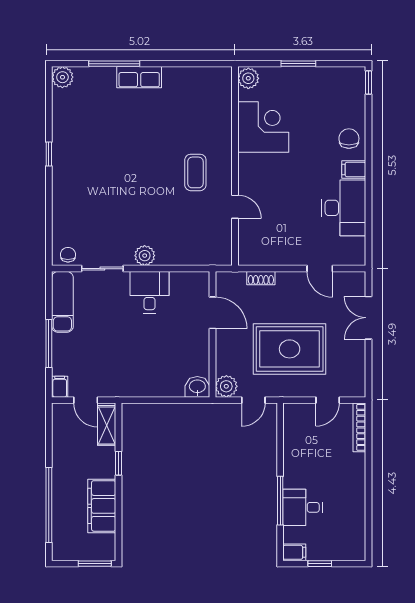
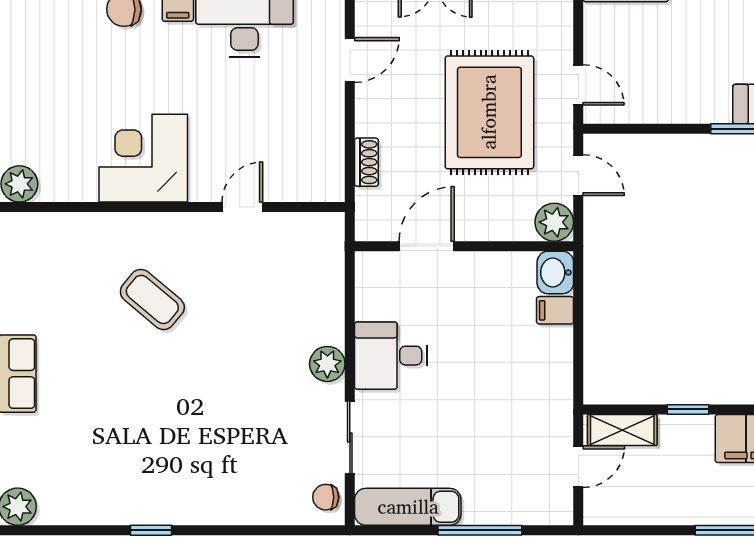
corner desk: (263, 127) -> (143, 158), moved
coffee table: (195, 172) -> (152, 299), moved, turned 40
filing cabinet: (60, 387) -> (555, 310), moved
door: (328, 400) -> (578, 85), moved

